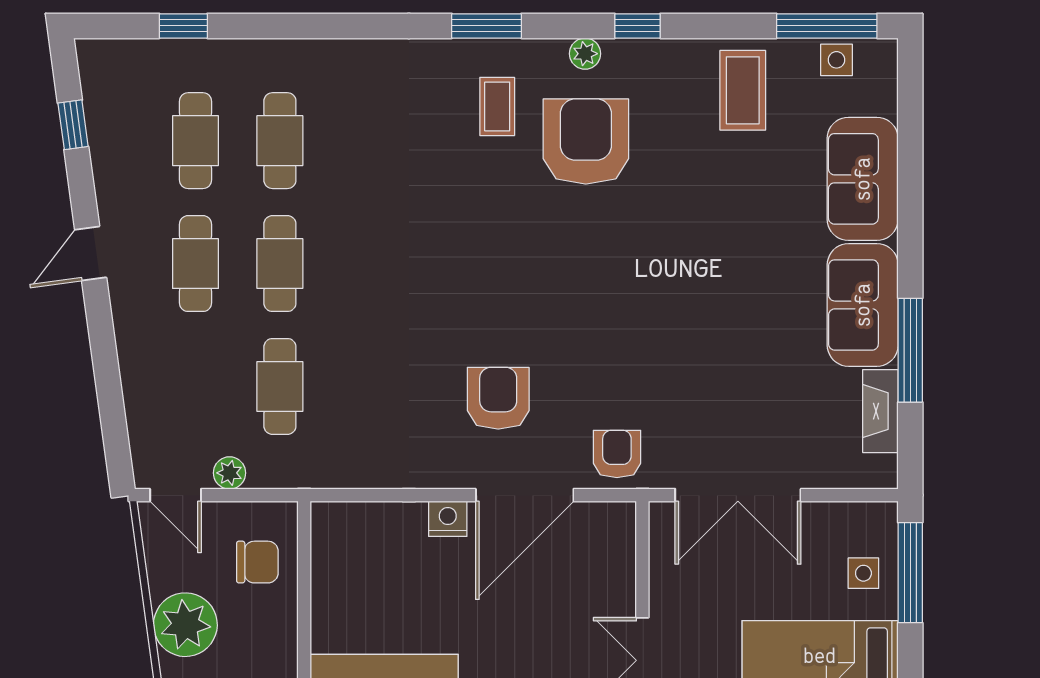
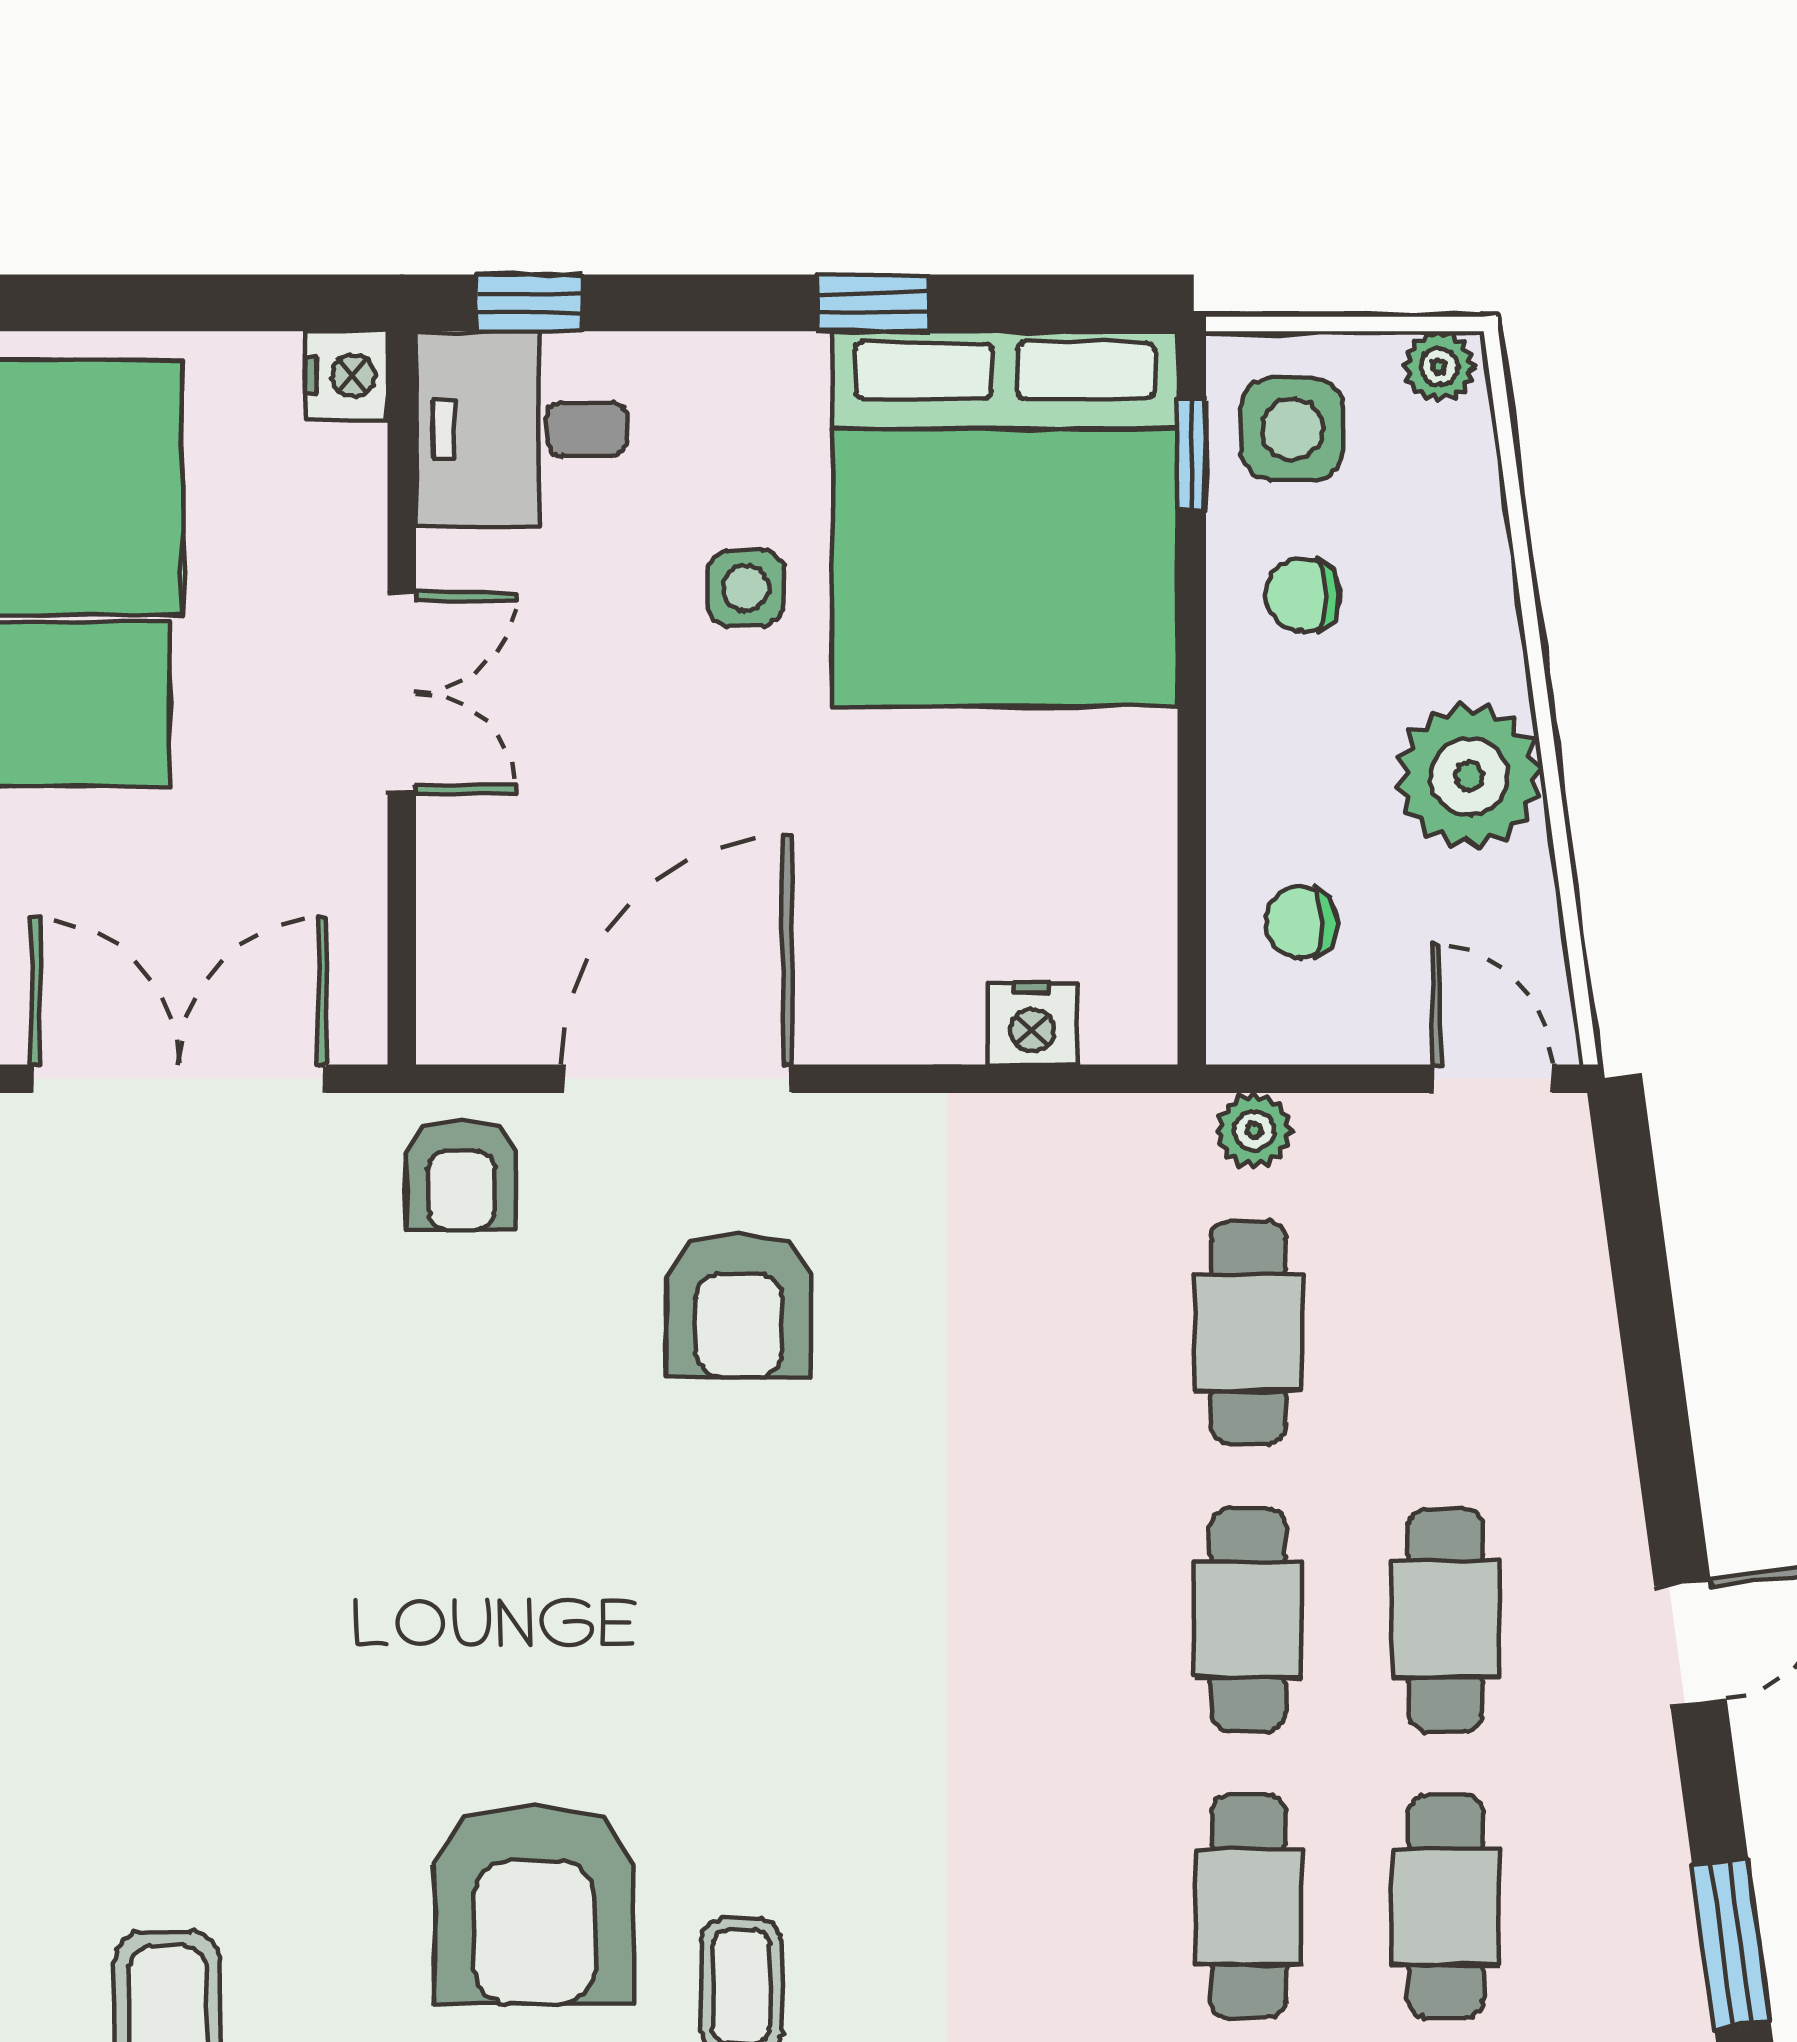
window: (73, 125) -> (1731, 1943), width x1.50
plant: (230, 473) -> (1254, 1131), moved
nightstand: (448, 519) -> (1033, 1023), moved
chair: (257, 562) -> (1301, 922), width x0.73, depth x0.73

